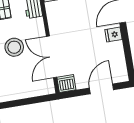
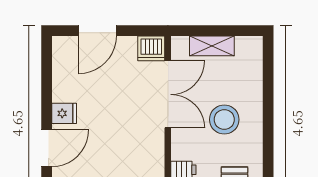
shelving: (29, 91) -> (212, 46), added

